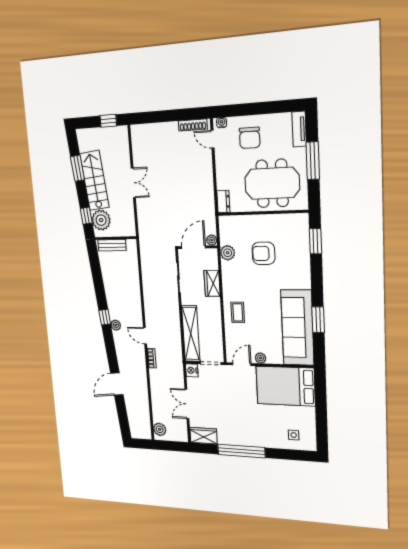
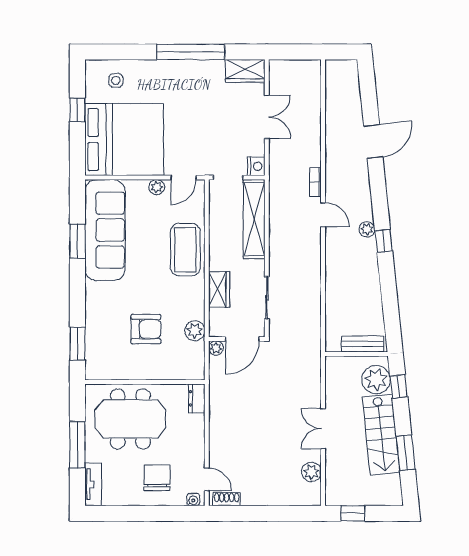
shoe rack: (193, 125) -> (227, 499), width x0.70
coffee table: (238, 312) -> (185, 250), width x1.86, depth x1.72
bed: (285, 386) -> (124, 140), width x1.36
window: (321, 416) -> (77, 110), added
plant: (160, 429) -> (311, 472), moved

